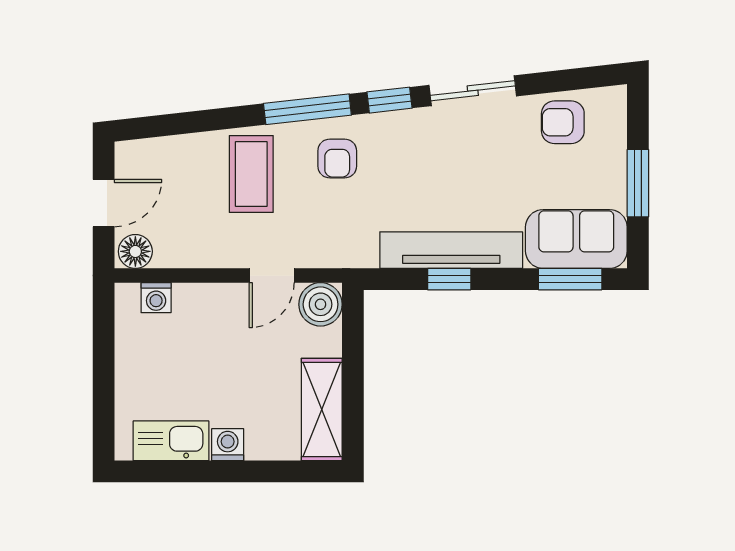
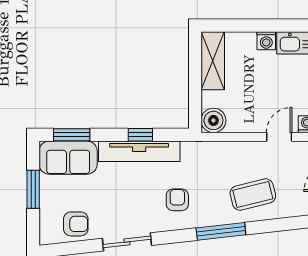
window: (390, 100) -> (174, 237), removed
armchair: (337, 159) -> (177, 200), moved
coffee table: (251, 174) -> (253, 195), turned 76
door: (272, 276) -> (279, 137), moved

